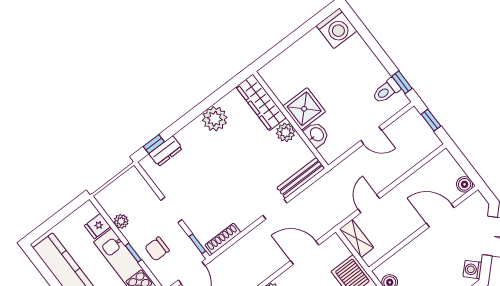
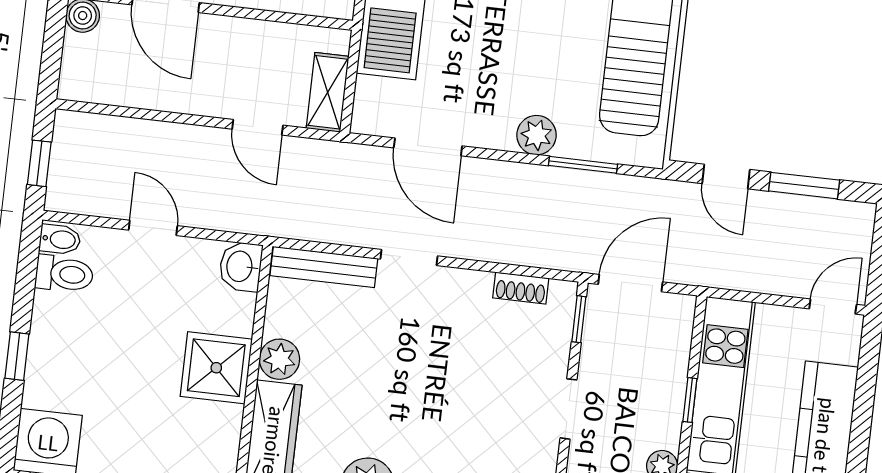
window: (402, 82) -> (17, 356), moved
bidet: (399, 101) -> (60, 239), added
washbasin: (316, 135) -> (241, 266), moved
door: (369, 204) -> (258, 127), hinge flipped
shoe rack: (223, 239) -> (521, 288), width x0.70
chair: (157, 249) -> (648, 371), removed

